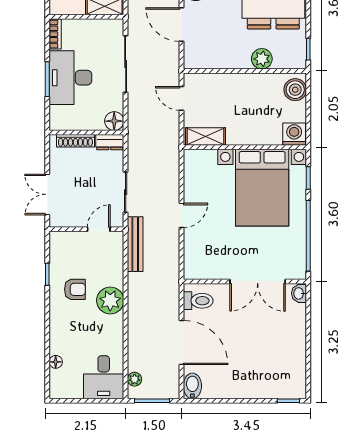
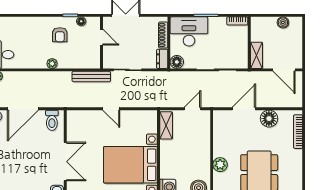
desk: (70, 78) -> (189, 31), moved
door: (99, 229) -> (102, 37), moved
double door: (258, 282) -> (65, 162), swing flipped
plant: (110, 301) -> (52, 64), width x0.53, depth x0.53
floor lamp: (56, 362) -> (81, 21), moved

